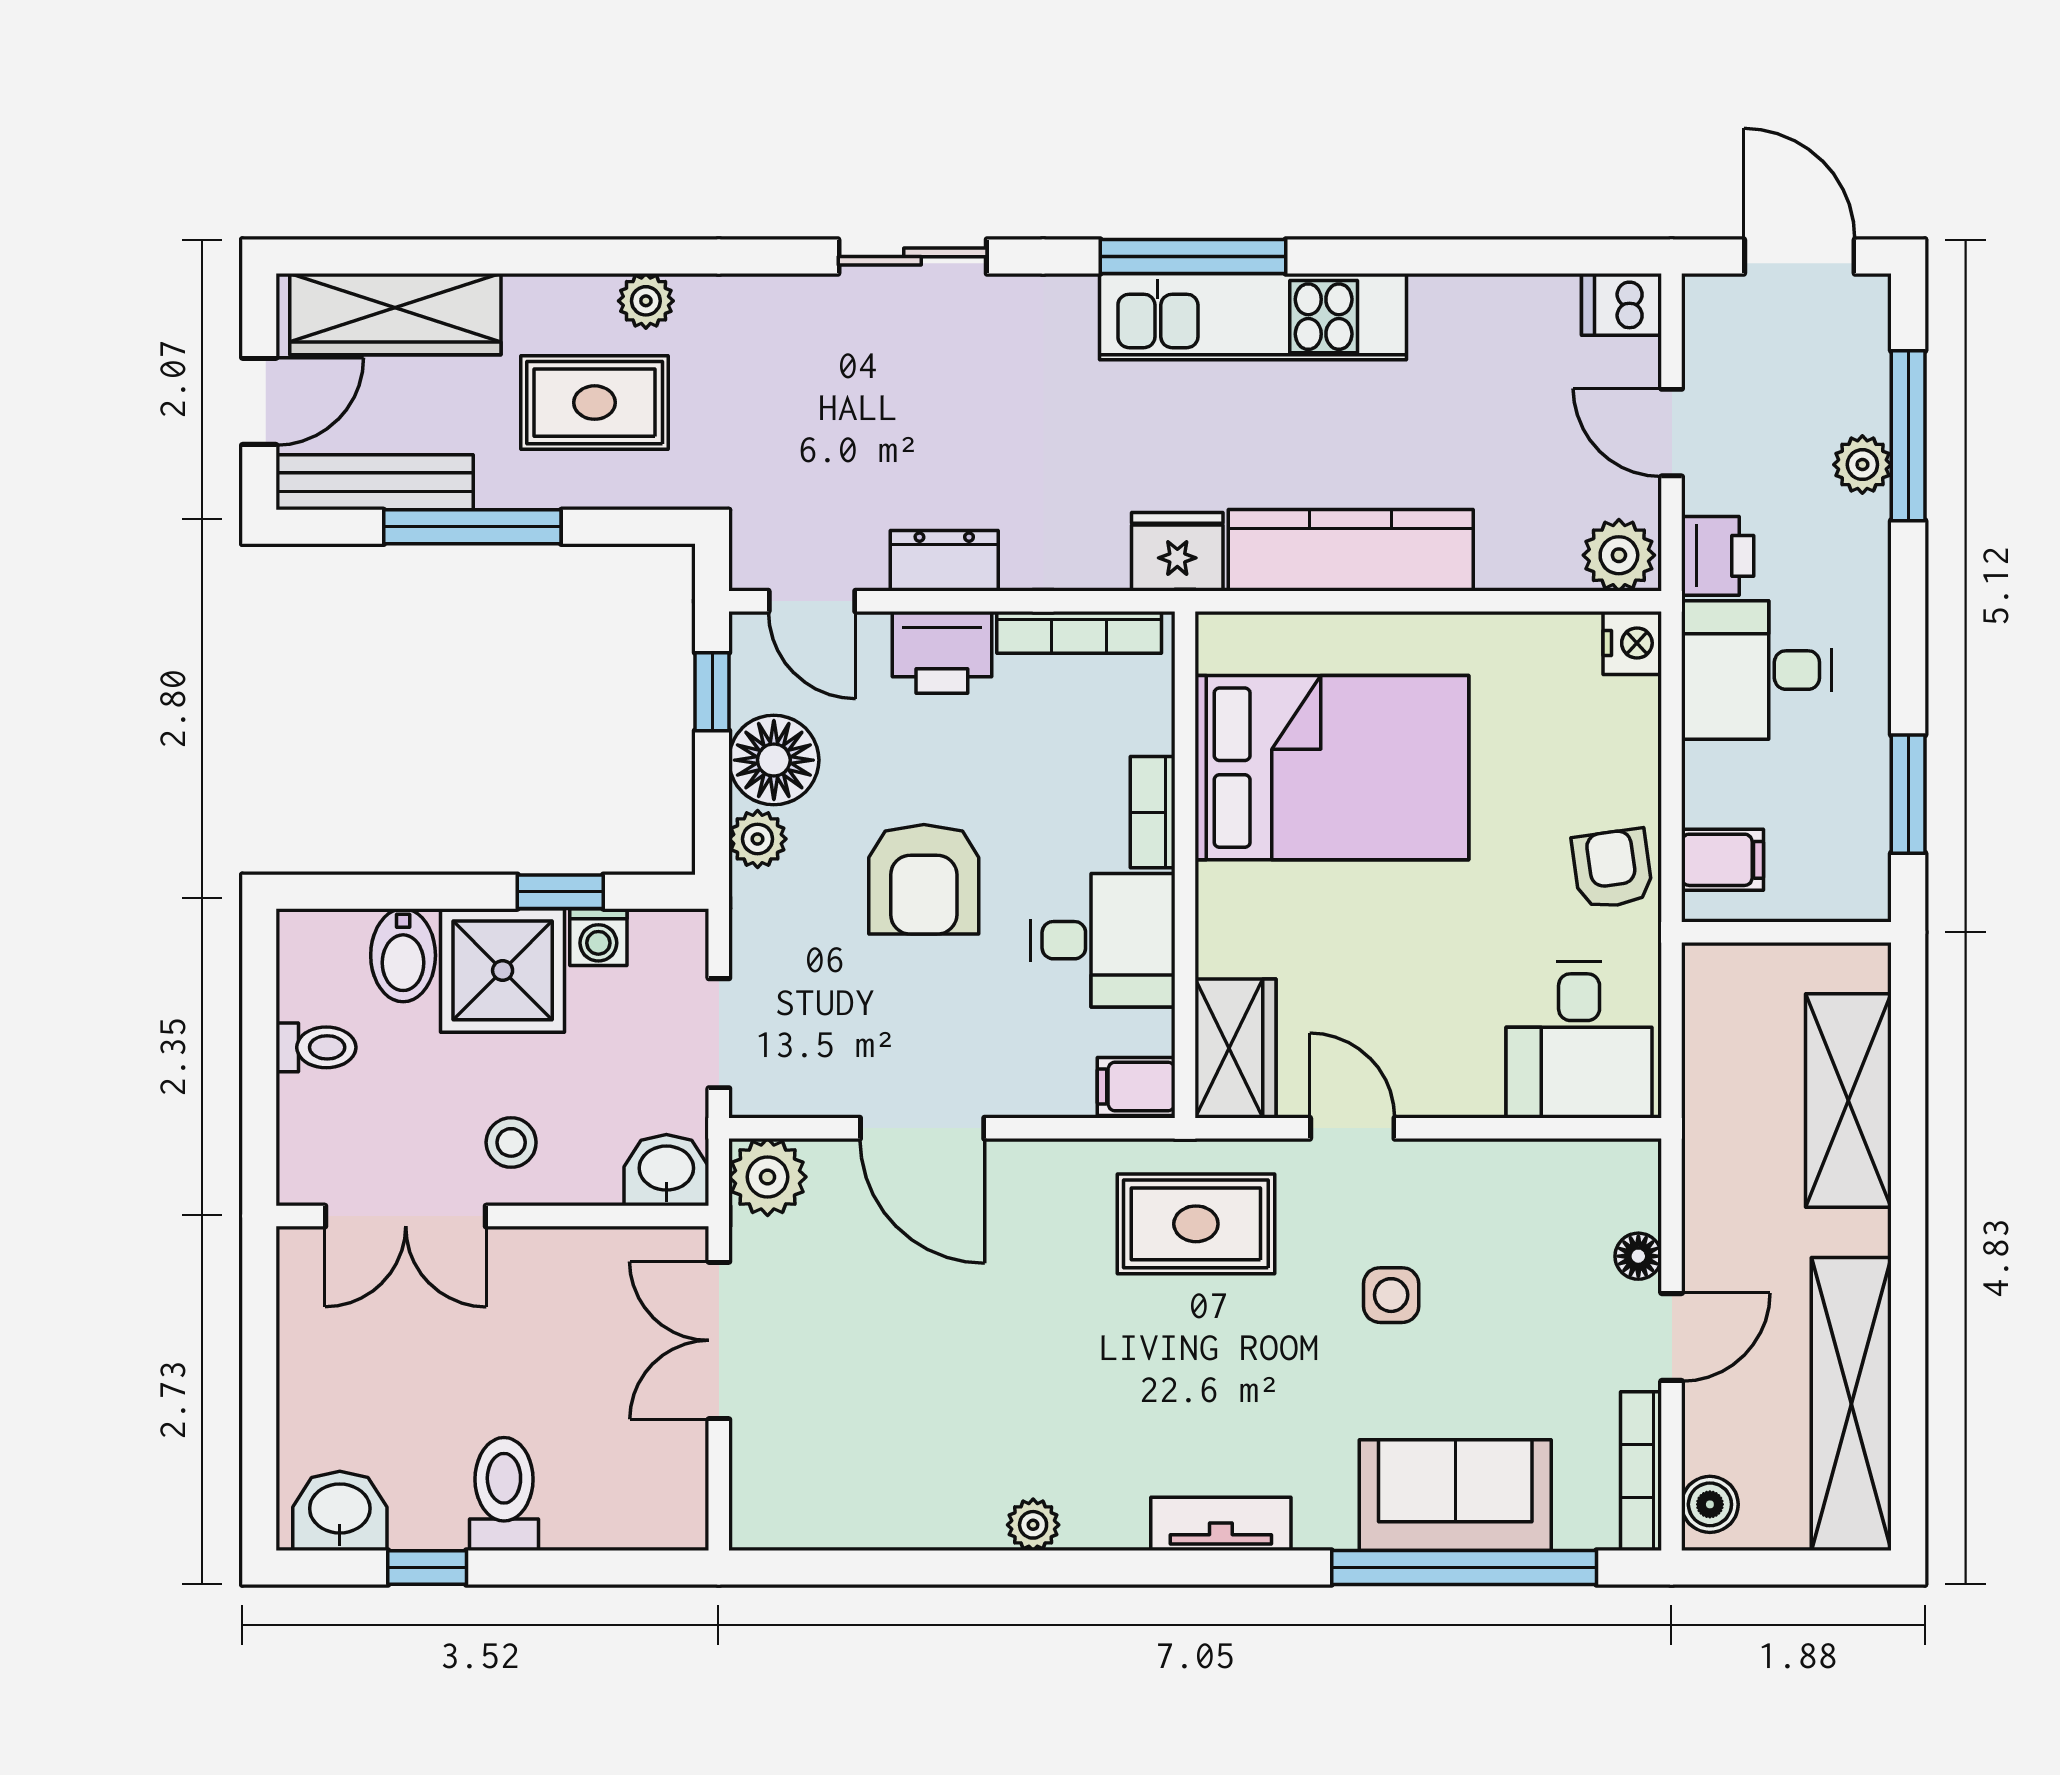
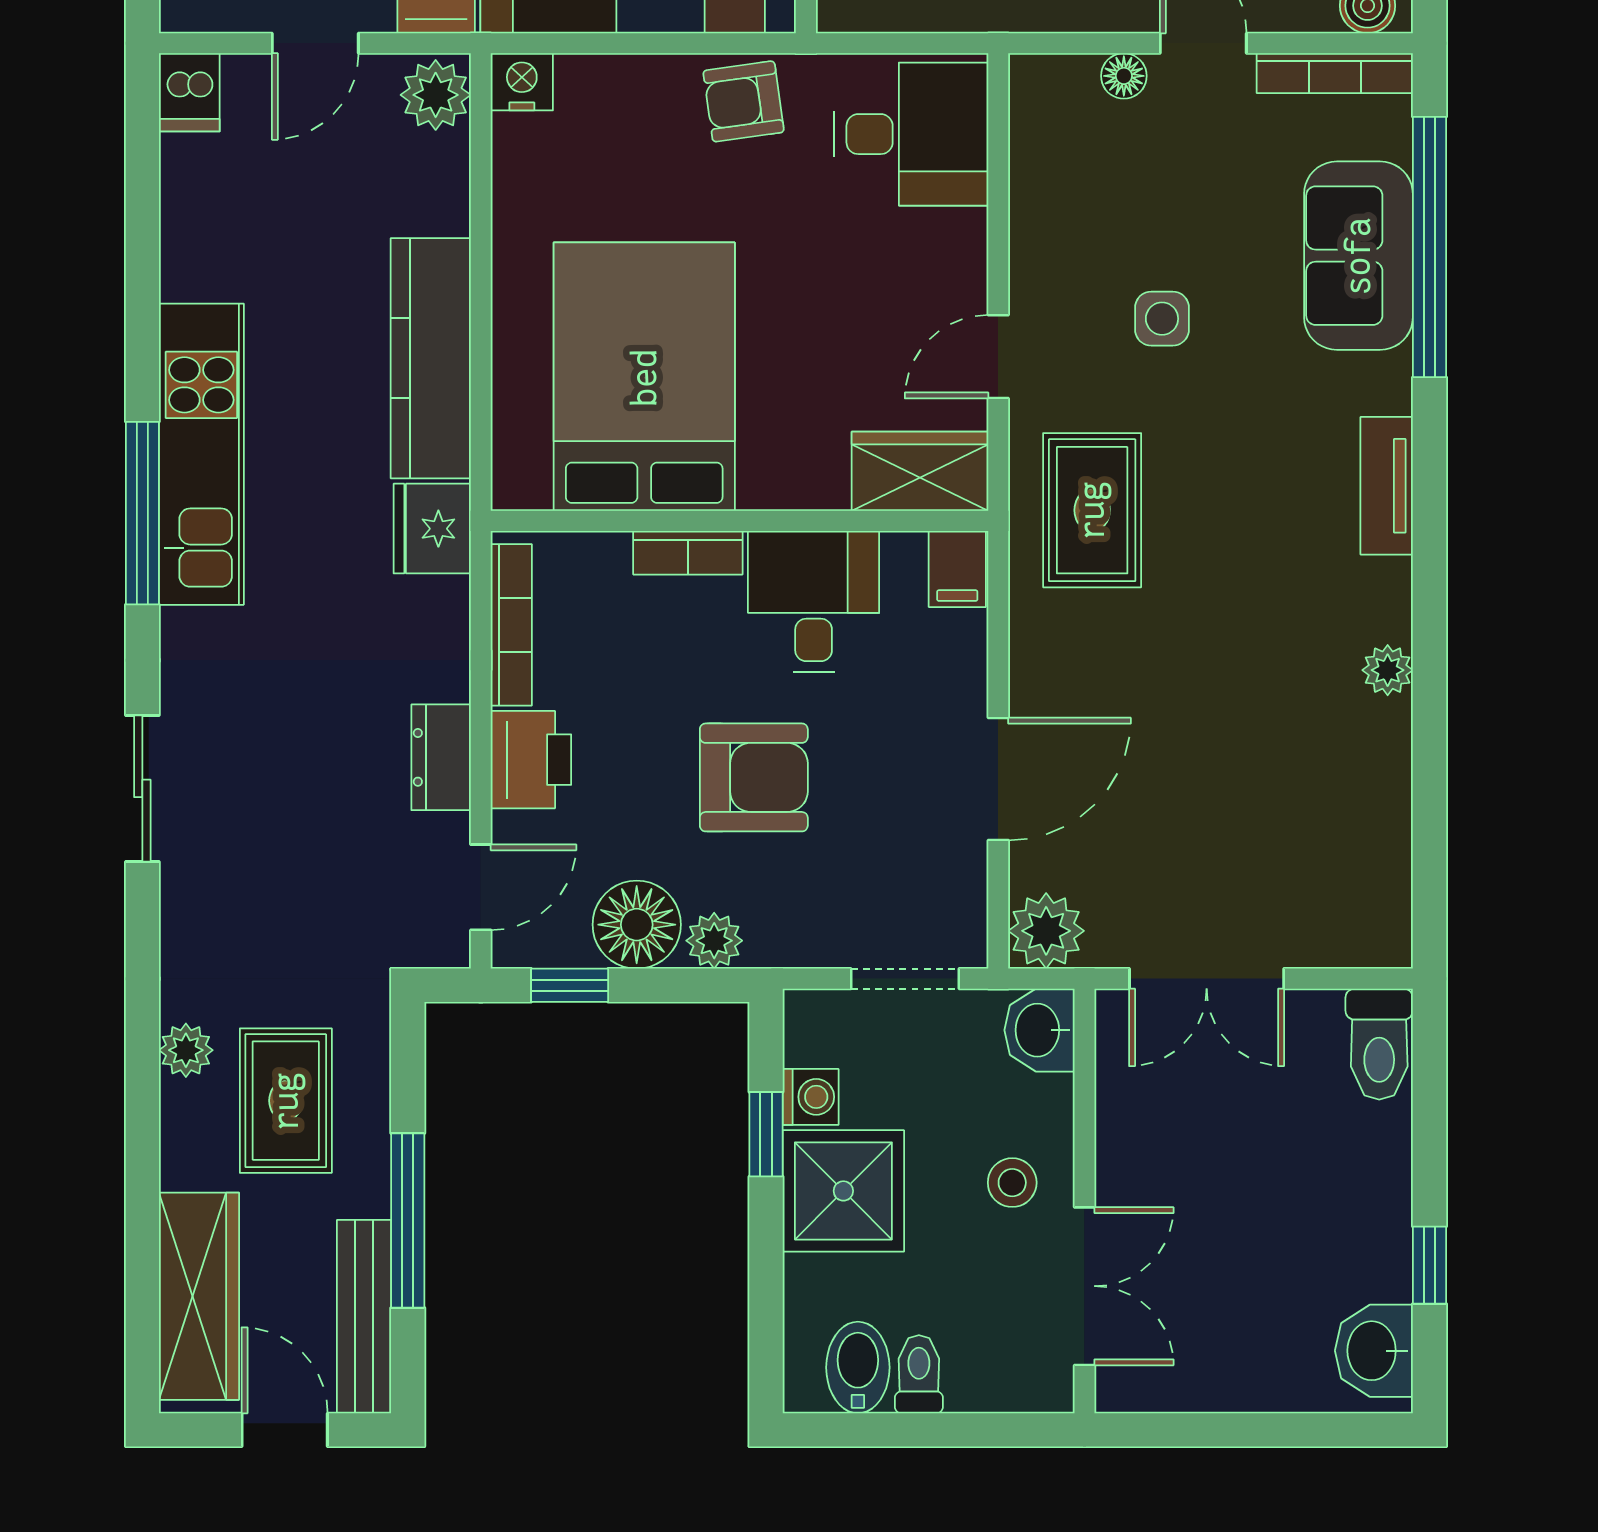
bidet: (403, 955) -> (858, 1367), moved, turned -90
toilet: (504, 1494) -> (1379, 1044), moved, turned -90

